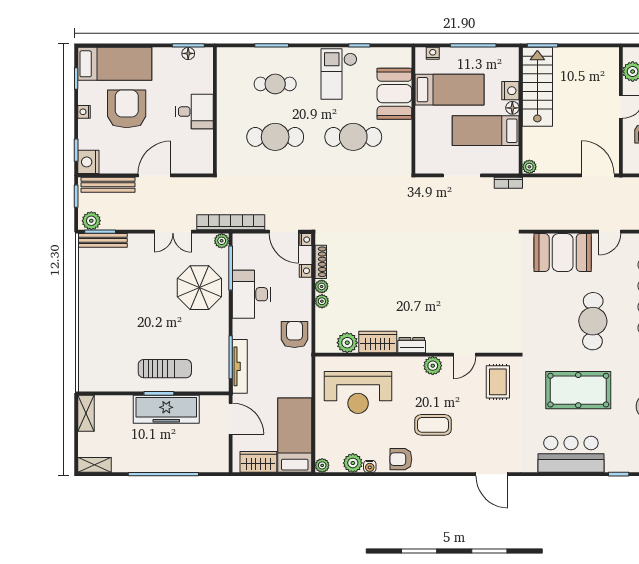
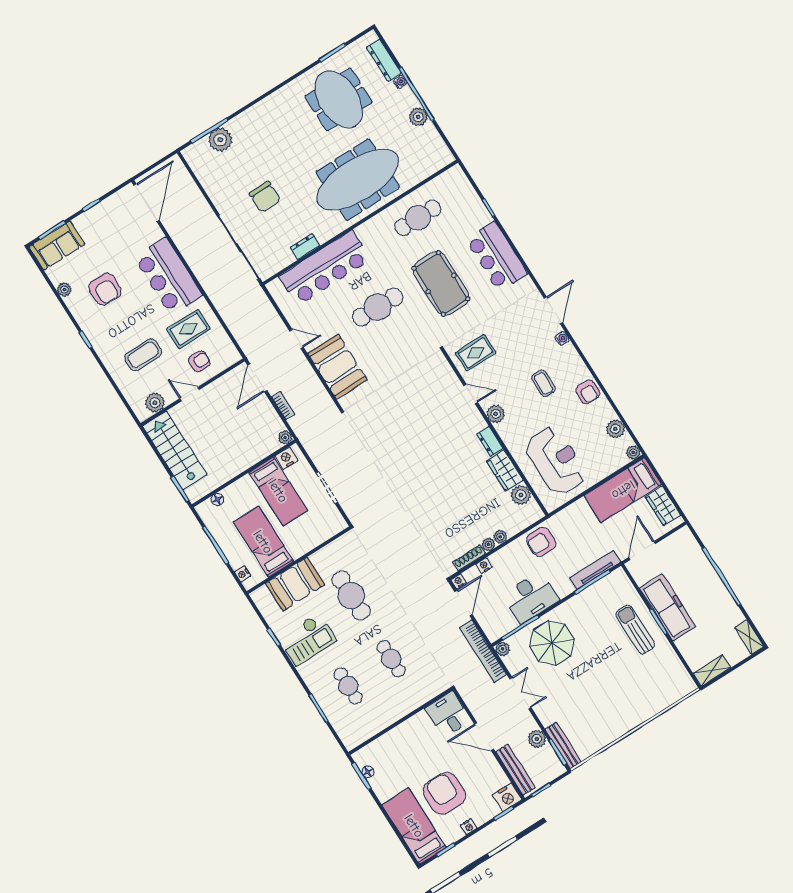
stairs: (537, 87) -> (175, 450), moved, turned 90
nightstand: (510, 91) -> (286, 458), moved
floor lamp: (512, 108) -> (217, 500), moved
armchair: (127, 109) -> (444, 793), turned 90
desk: (194, 112) -> (448, 714), moved
cafe table: (275, 137) -> (391, 659), width x0.73, depth x0.74
bookcase: (508, 183) -> (283, 406), moved
plant: (91, 221) -> (537, 739), moved
coffee table: (433, 425) -> (544, 383), width x0.73, depth x0.77
water cooler: (370, 466) -> (562, 338), moved

